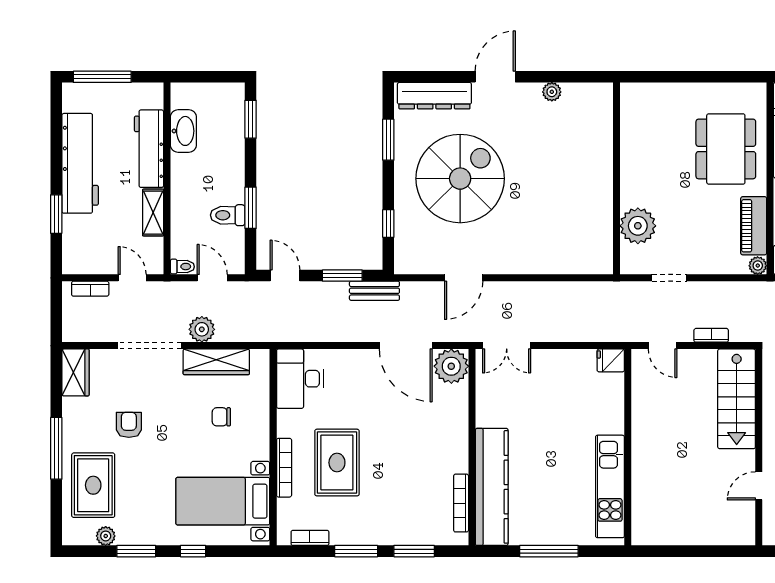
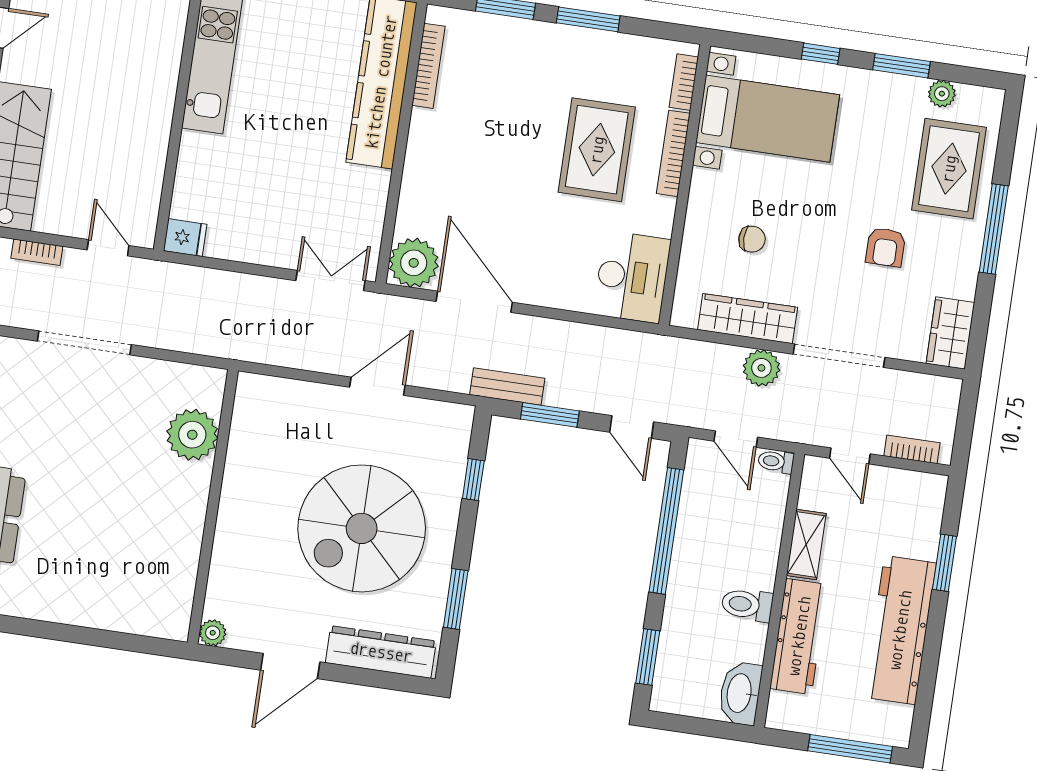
washbasin: (183, 131) -> (740, 693), moved
wall: (616, 178) -> (213, 507), moved
window: (251, 208) -> (666, 531), width x2.11
toilet: (228, 215) -> (747, 605), moved, turned 180
plant: (638, 226) -> (192, 435), moved
doorway: (669, 278) -> (84, 343), width x1.87
bookcase: (310, 538) -> (684, 82), moved, turned 90

